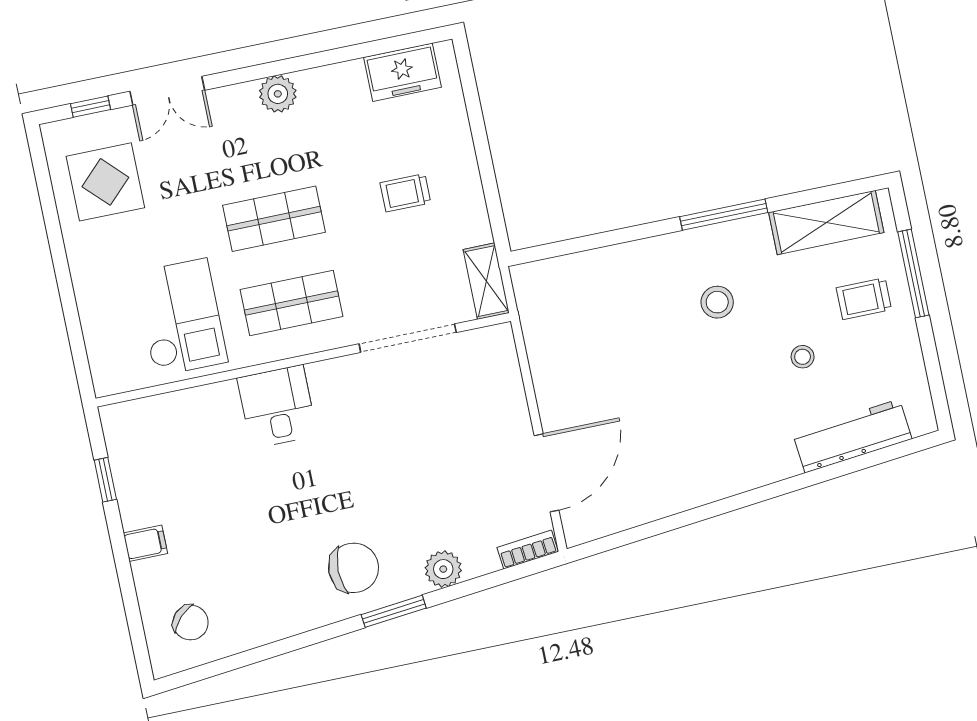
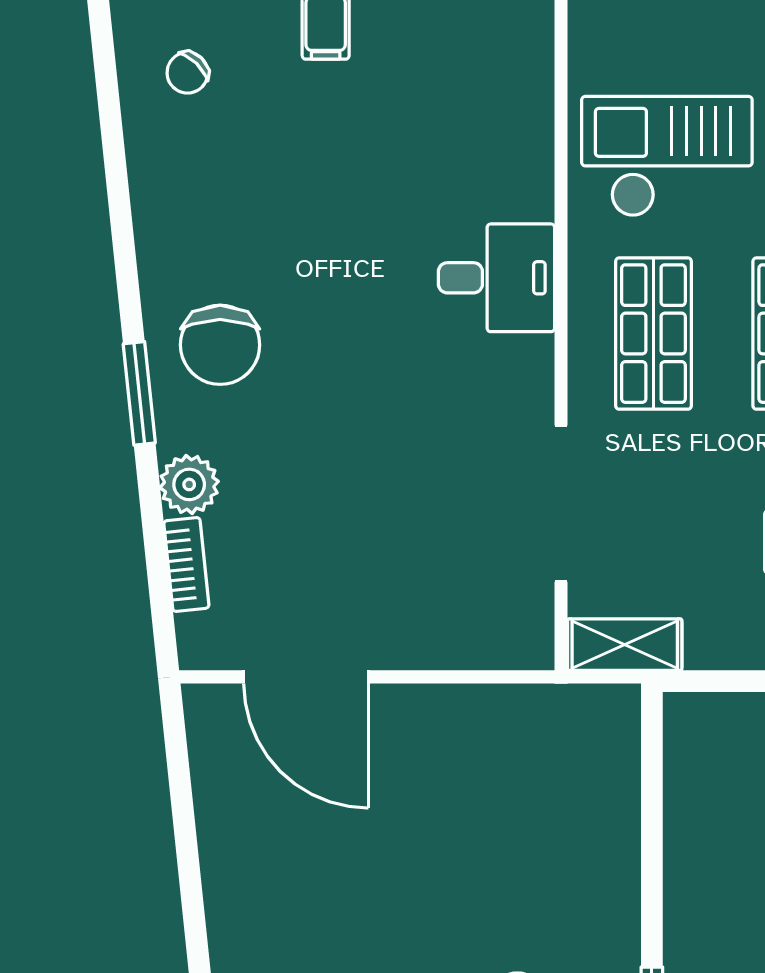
checkout: (181, 317) -> (667, 156), turned 180
bookcase: (528, 550) -> (186, 564), moved
chair: (190, 623) -> (187, 73), width x0.73, depth x0.73

